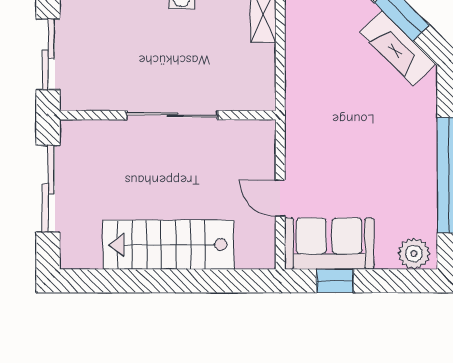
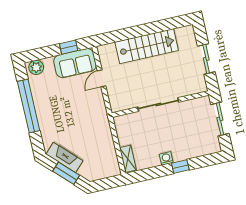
sliding door: (48, 189) -> (206, 59), width x0.73
door: (280, 198) -> (102, 78), swing flipped

